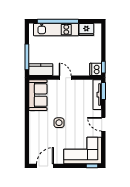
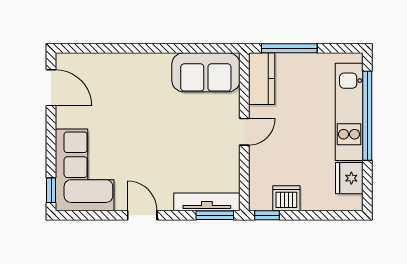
dishwasher: (96, 69) -> (286, 198), moved
side table: (59, 123) -> (146, 118), removed
door: (103, 124) -> (142, 215), hinge flipped

